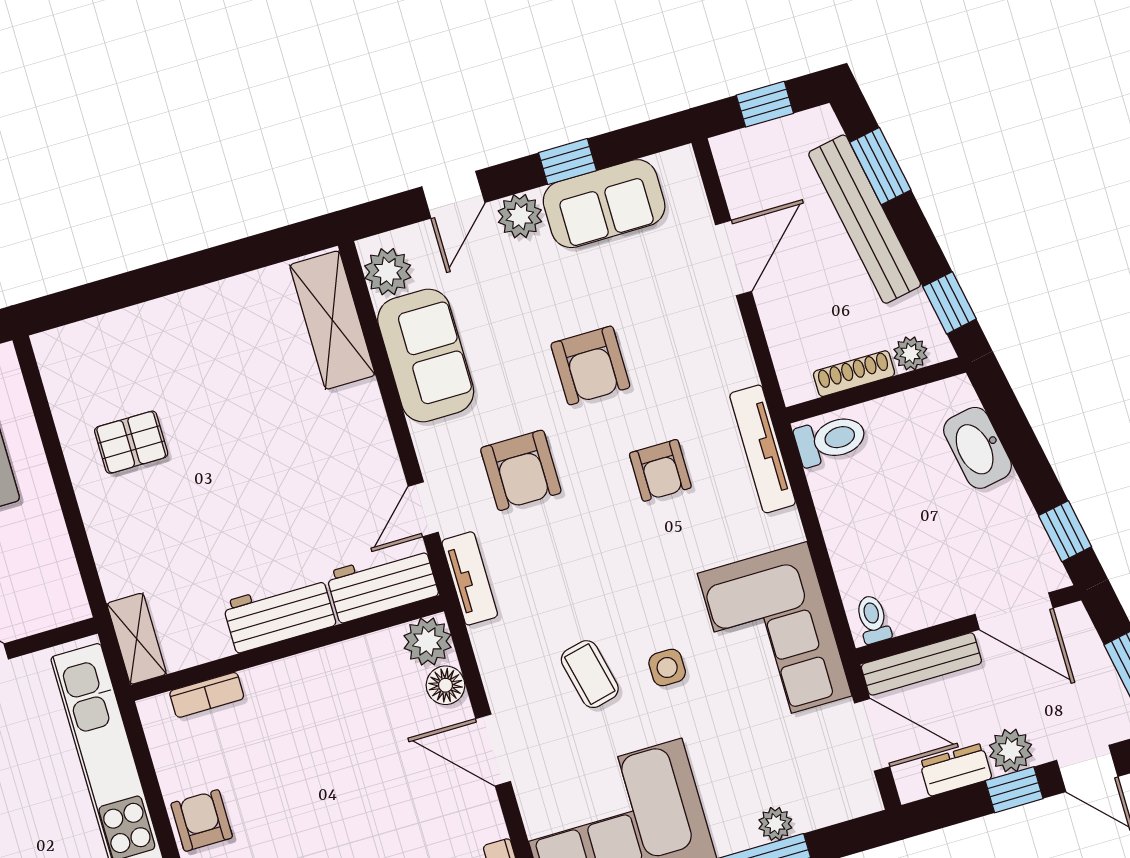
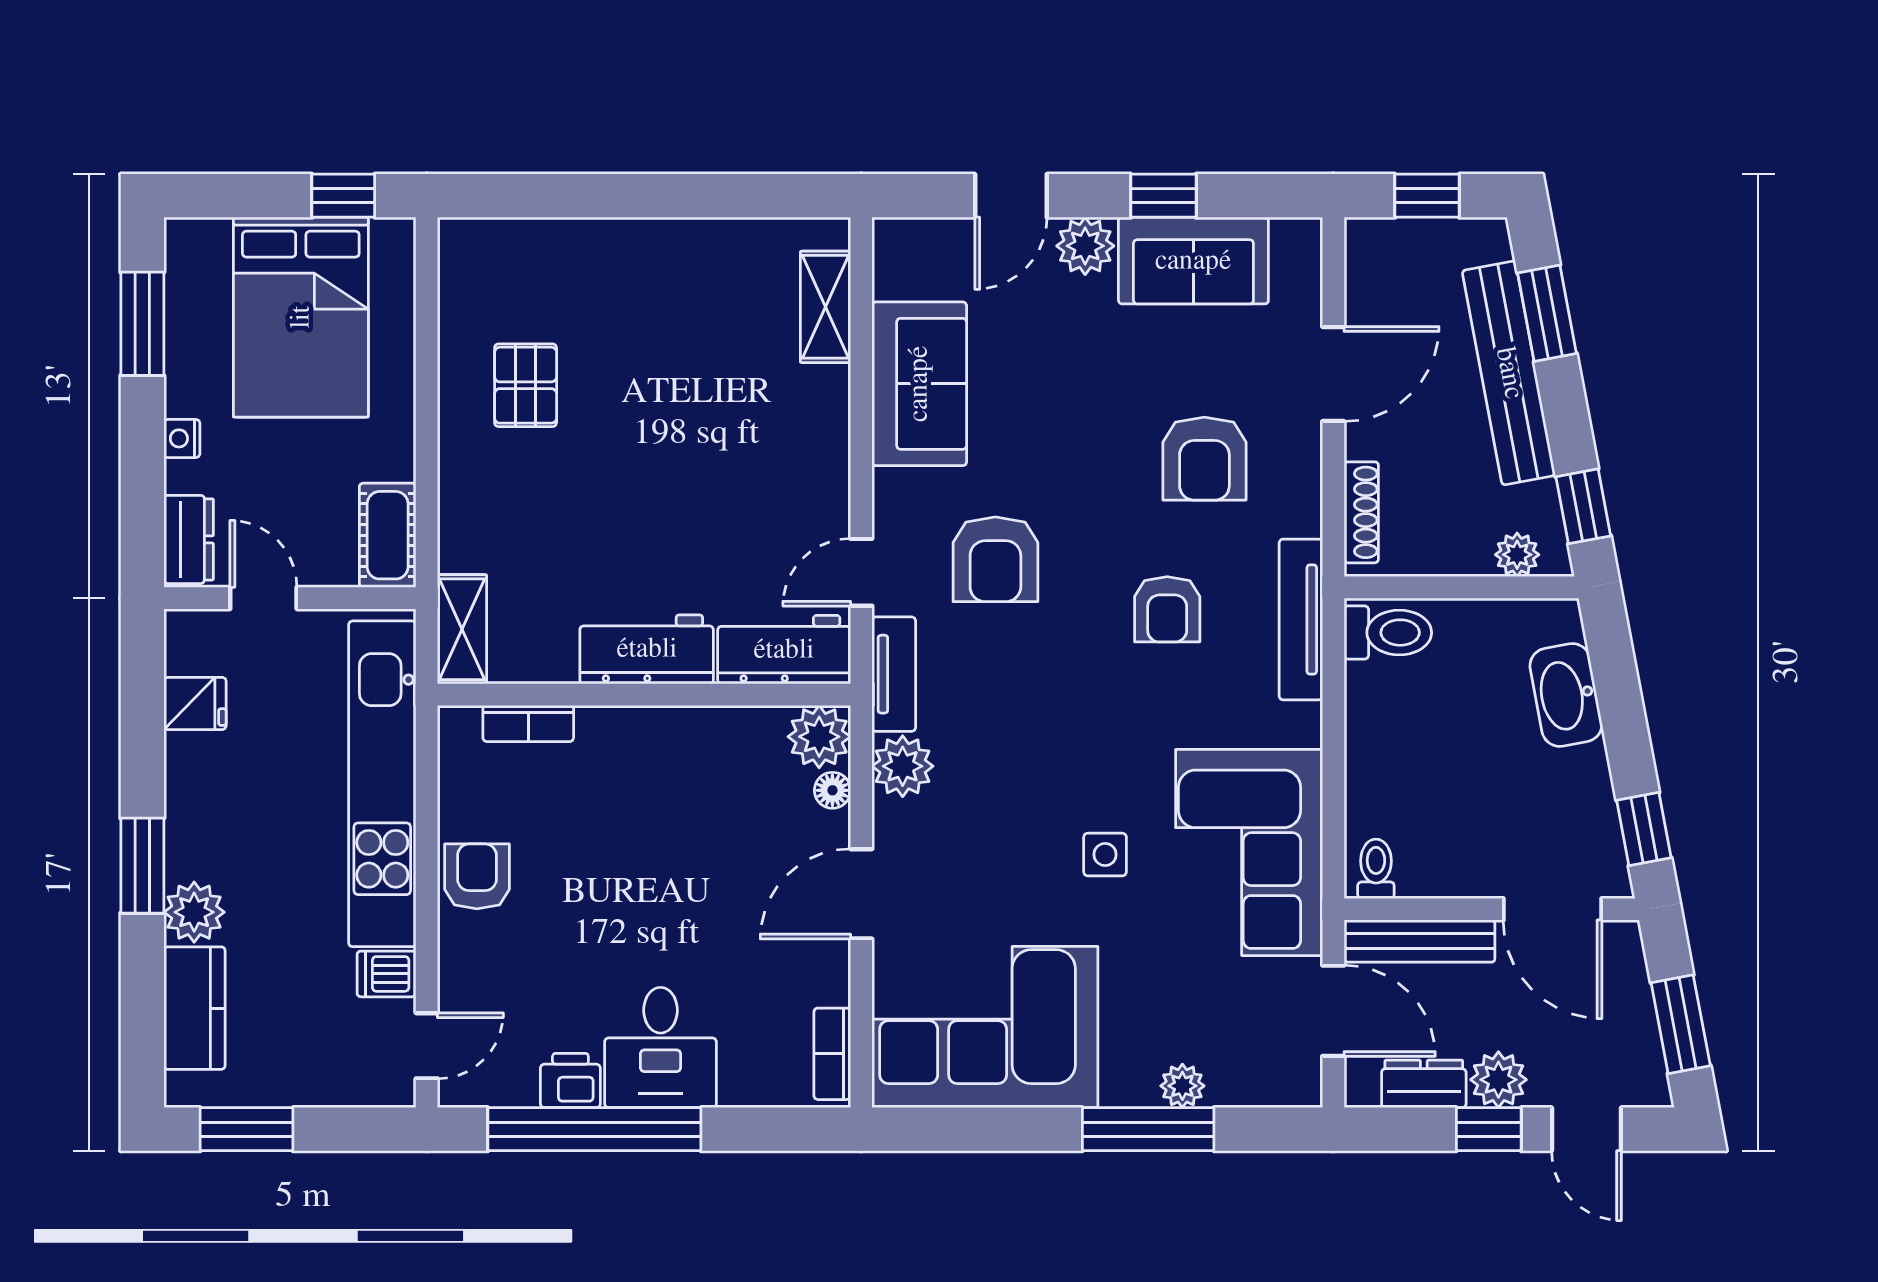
plant: (388, 272) -> (903, 766), moved
shelving: (332, 320) -> (825, 307), width x0.67, depth x0.75
armchair: (590, 365) -> (1204, 459), moved
shoe rack: (854, 374) -> (1361, 512), moved, turned 90
pallet: (131, 442) -> (526, 385), turned 90
cot: (61, 585) -> (388, 535), added
coffee table: (590, 674) -> (1007, 835), removed
floor lamp: (446, 685) -> (832, 790), width x0.73, depth x0.73
door: (493, 750) -> (861, 894), hinge flipped

